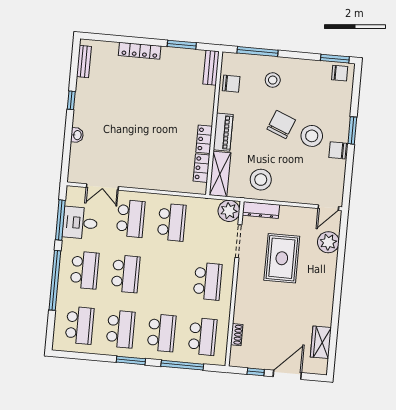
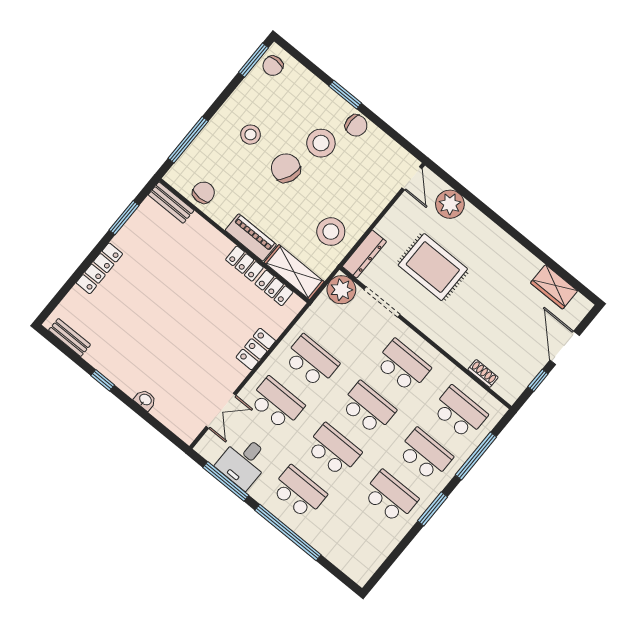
chair: (340, 73) -> (273, 66), turned 180
stool: (273, 80) -> (251, 135), moved
chair: (338, 150) -> (356, 125), turned -90
locker: (156, 183) -> (256, 349), added
school desk: (80, 325) -> (368, 408), moved

